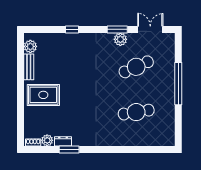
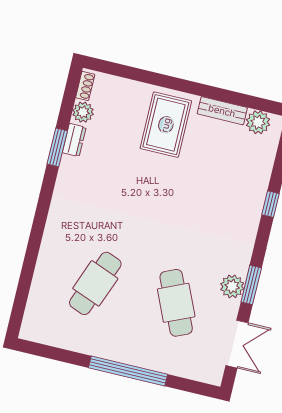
cafe table: (136, 112) -> (95, 283), turned 30

